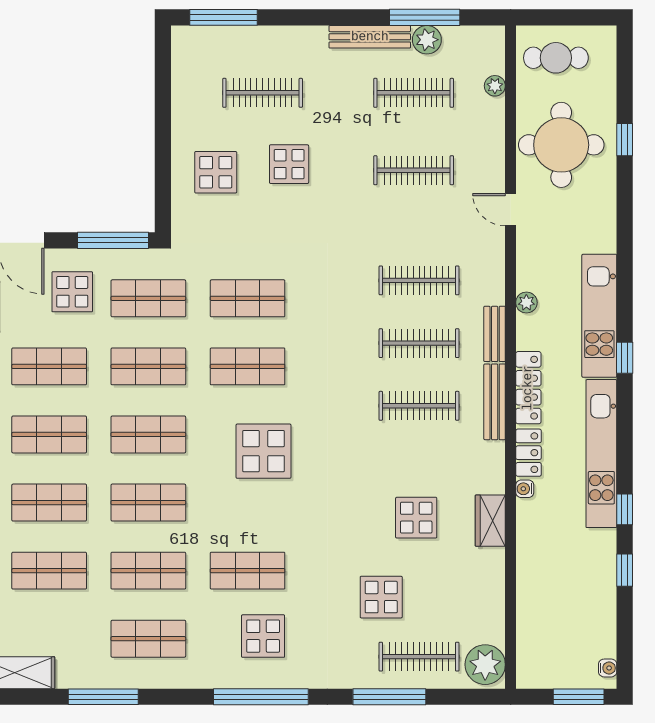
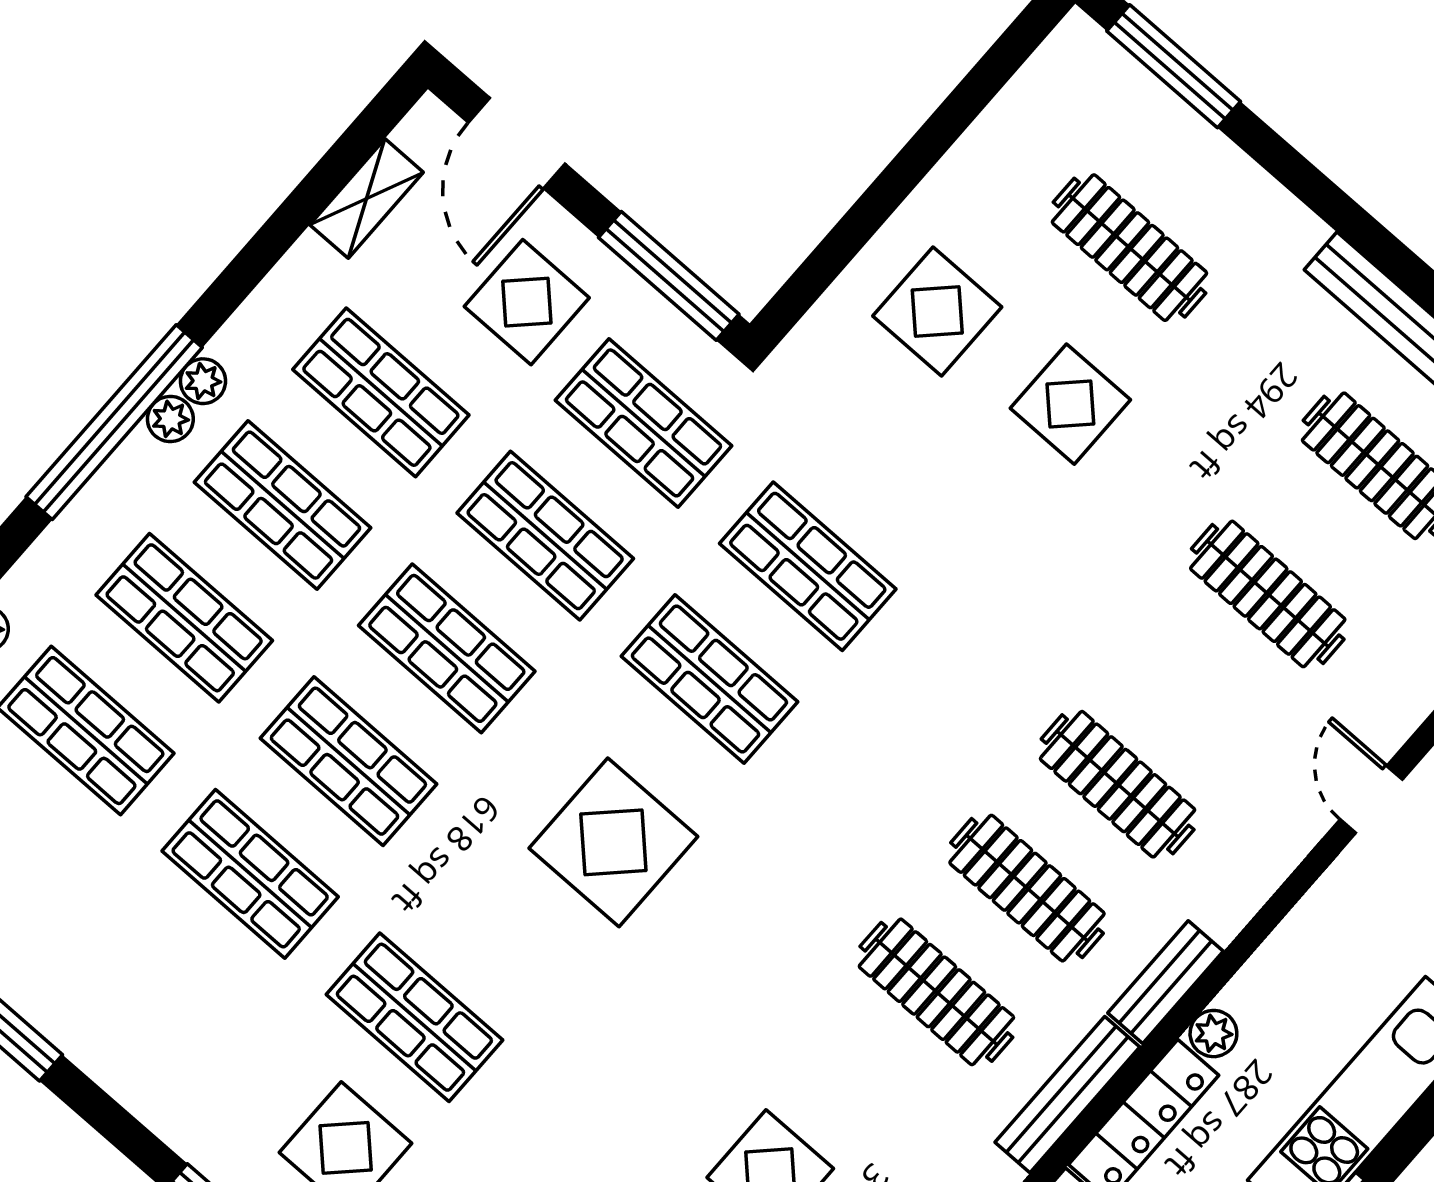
plant: (526, 303) -> (1213, 1034), moved
shop shelf: (148, 639) -> (152, 987), removed

